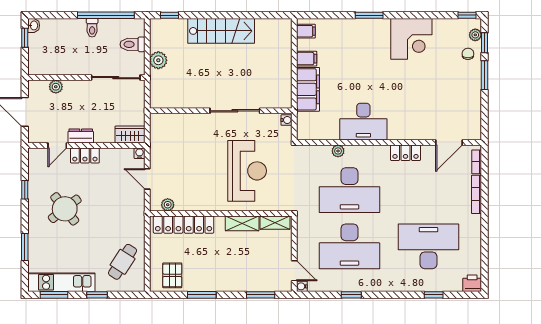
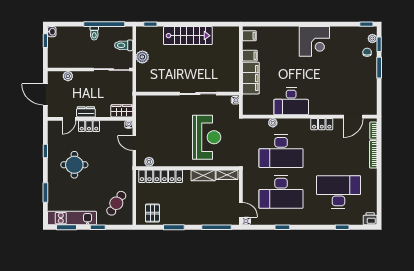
window: (369, 15) -> (295, 24), removed
corner desk: (411, 39) -> (314, 41), moved
round table: (65, 209) -> (74, 165), turned 38
window: (261, 295) -> (217, 227), width x1.44

